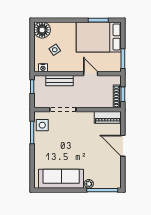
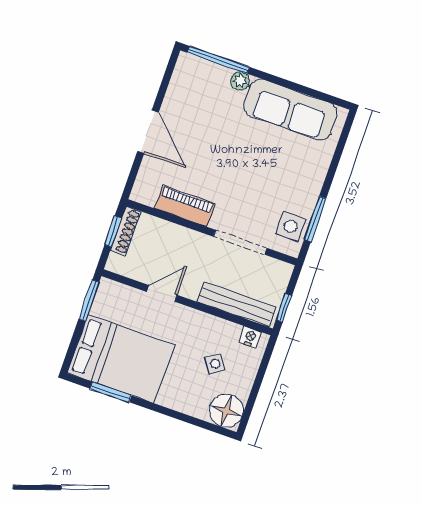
door: (91, 74) -> (162, 293), swing flipped
bench: (60, 81) -> (236, 304), width x1.36
piano: (108, 117) -> (185, 206), moved

